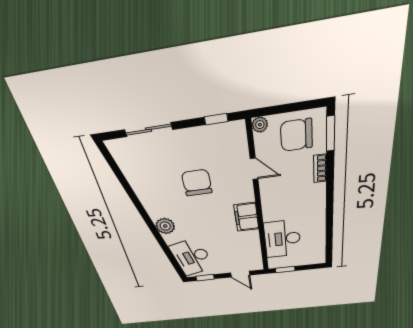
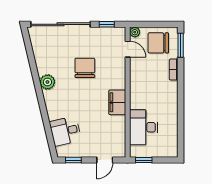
sliding door: (148, 130) -> (61, 24), width x1.86
door: (254, 169) -> (128, 49), moved
plant: (165, 226) -> (47, 82), moved
desk: (192, 257) -> (65, 131), width x0.73
door: (240, 274) -> (105, 160), hinge flipped

